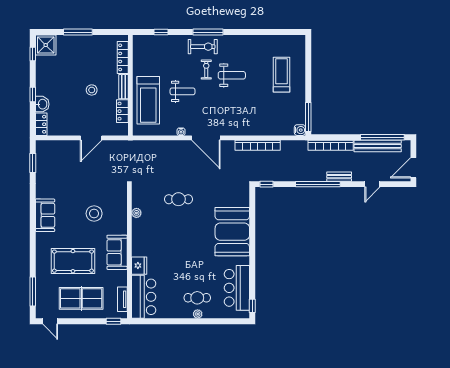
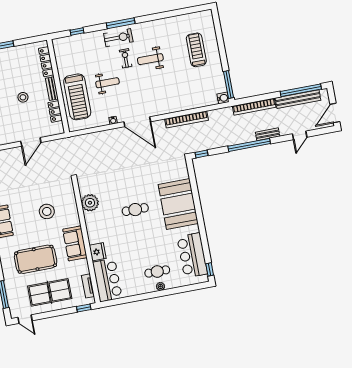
weight bench: (232, 75) -> (150, 59), turned 180
cafe table: (178, 199) -> (135, 210), moved
plant: (136, 213) -> (90, 203), width x1.88, depth x1.88

